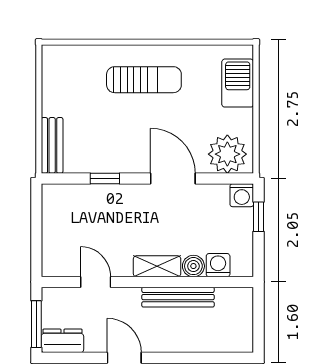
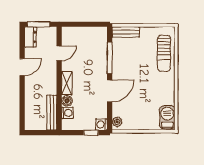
sun lounger: (144, 80) -> (164, 53), moved
barbecue: (238, 83) -> (167, 117), moved, turned -90
plant: (227, 154) -> (117, 122), width x0.53, depth x0.53
window: (105, 178) -> (110, 58), width x2.17
bench: (178, 297) -> (52, 113), moved

